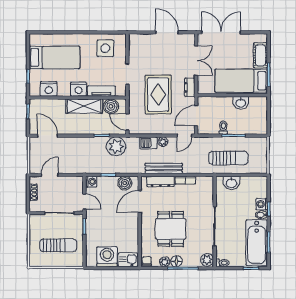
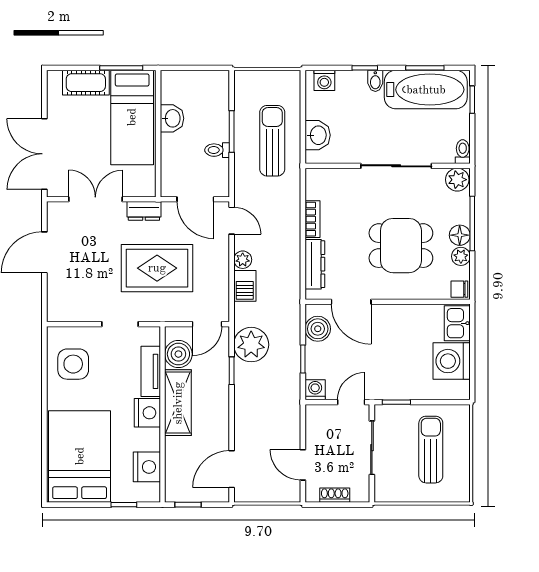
bed: (54, 57) -> (80, 456), width x1.50
bench: (164, 168) -> (291, 258), removed
washing machine: (262, 204) -> (324, 80), moved

